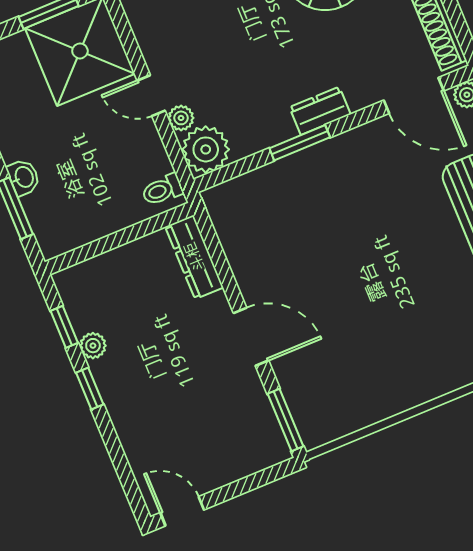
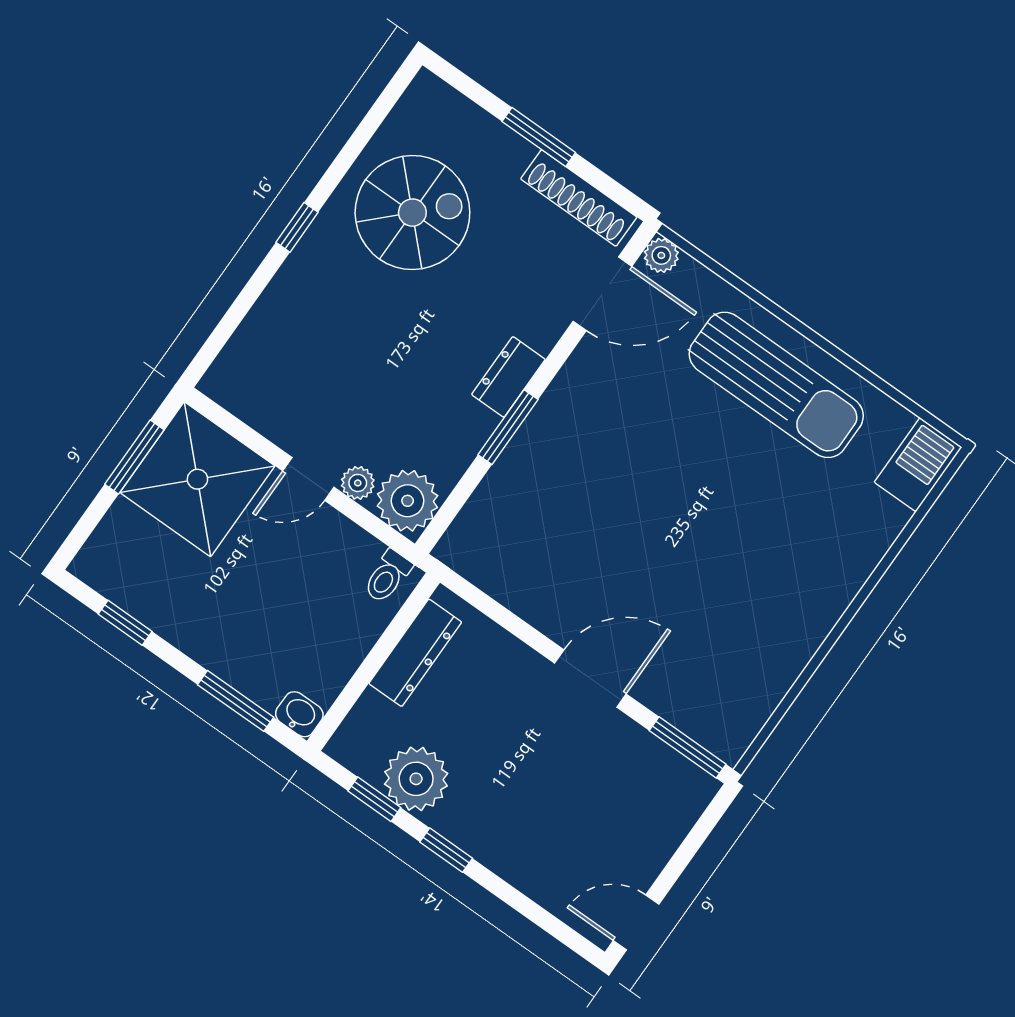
washbasin: (23, 177) -> (299, 714), moved
dresser: (194, 257) -> (415, 653), moved, turned -90
plant: (93, 346) -> (416, 779), width x1.88, depth x1.88

